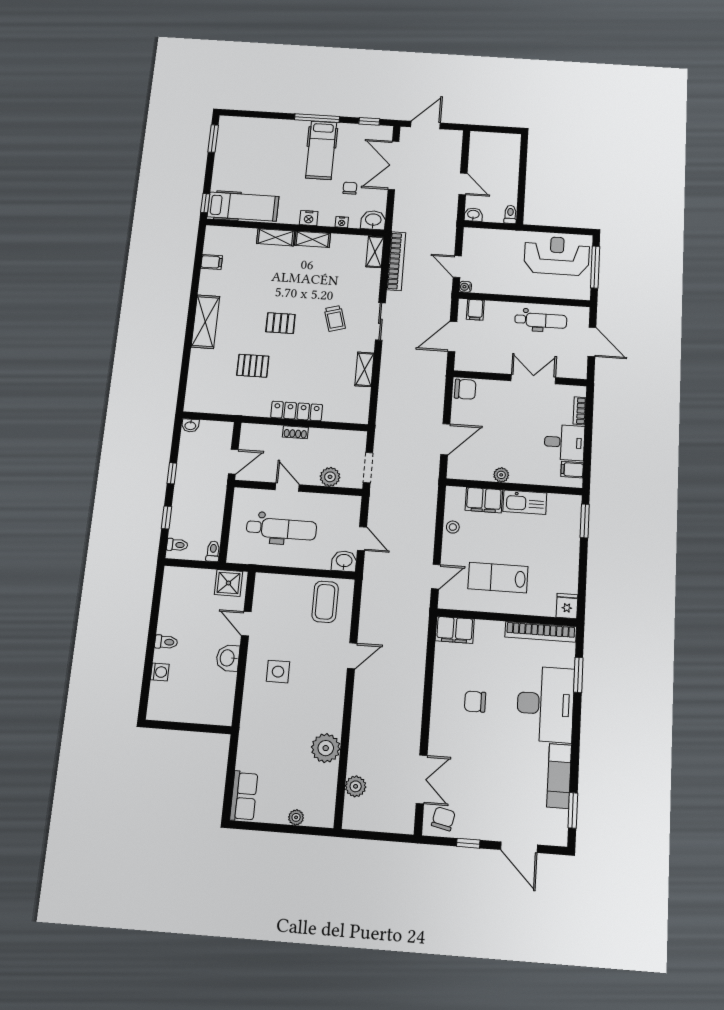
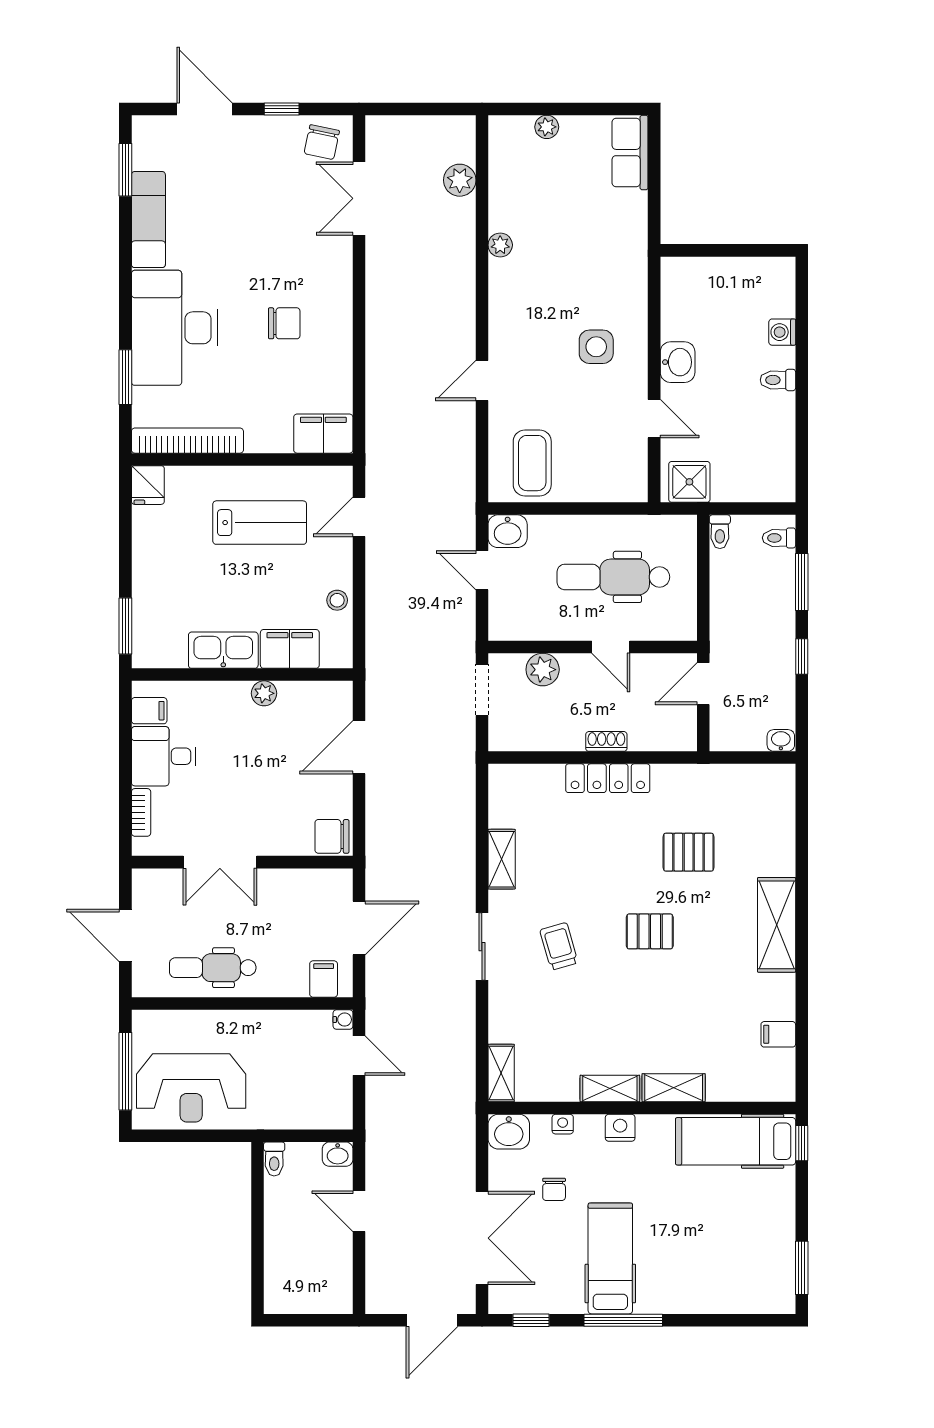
bookcase: (396, 261) -> (464, 1058), removed
window: (166, 517) -> (802, 582), width x1.50
plant: (326, 748) -> (500, 245), width x0.53, depth x0.53

